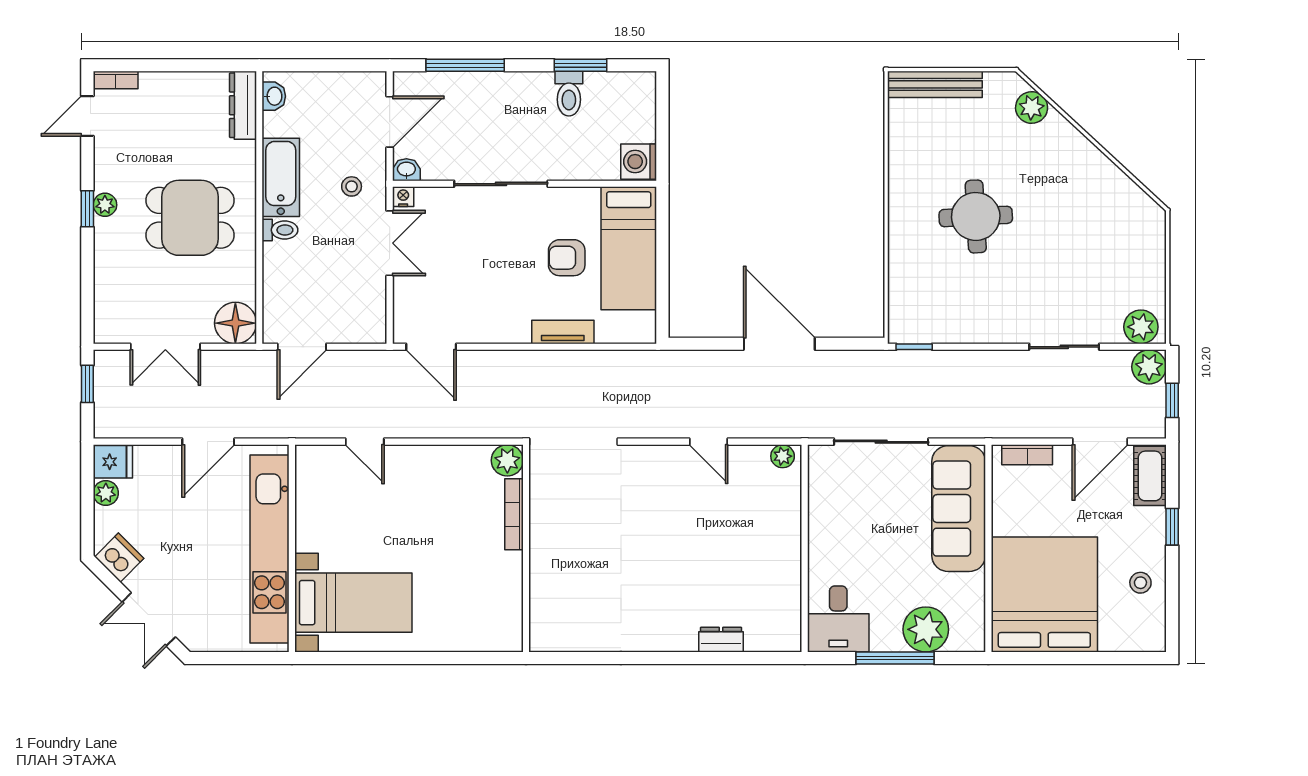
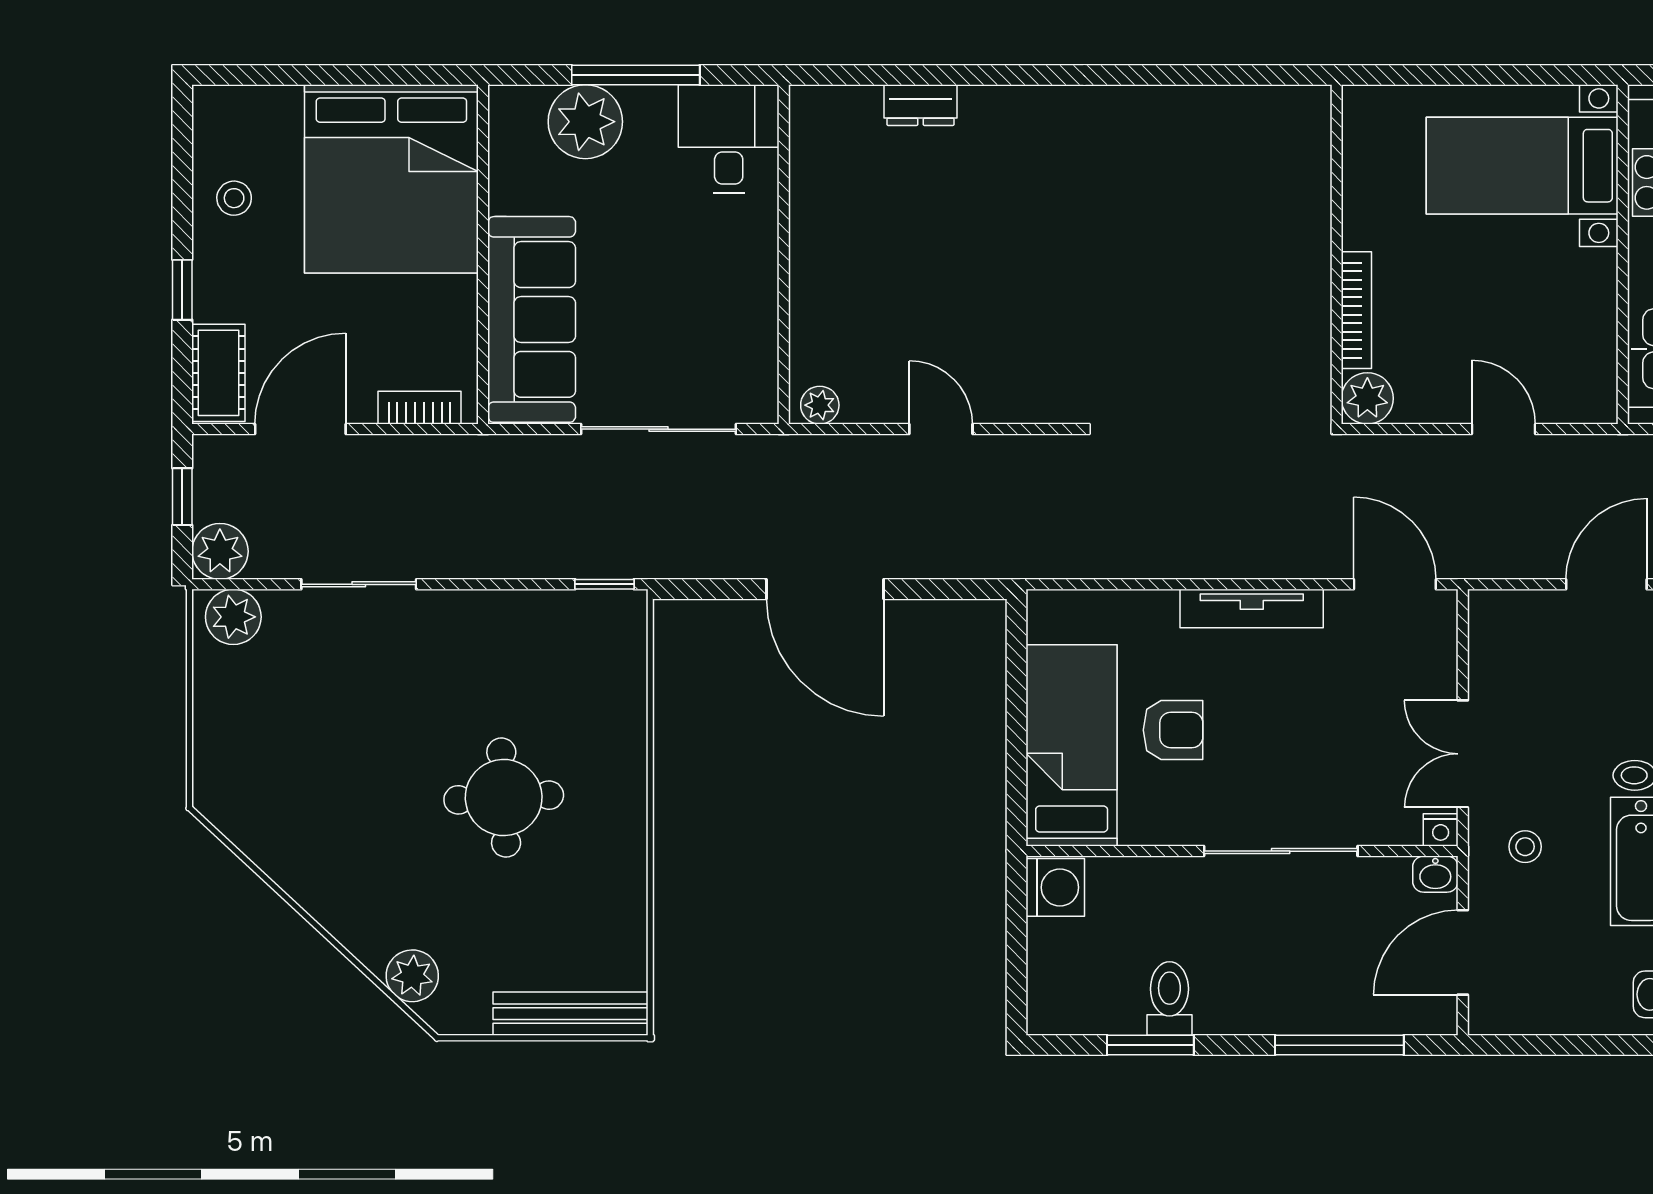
tv unit: (563, 332) -> (1252, 608), moved, width x1.41
plant: (507, 460) -> (1367, 398), moved
bookcase: (514, 514) -> (1356, 310), moved
wall: (526, 548) -> (1337, 254), moved

